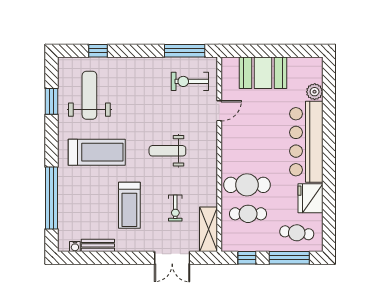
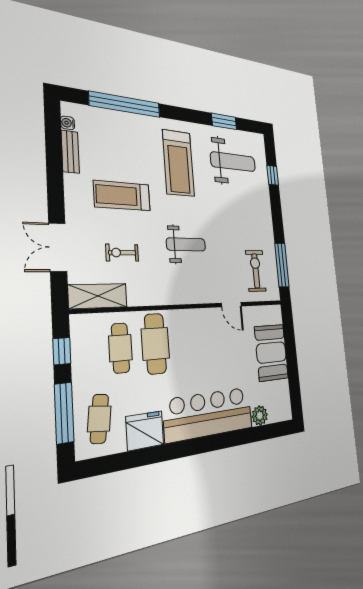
weight bench: (167, 151) -> (186, 244), turned 90

